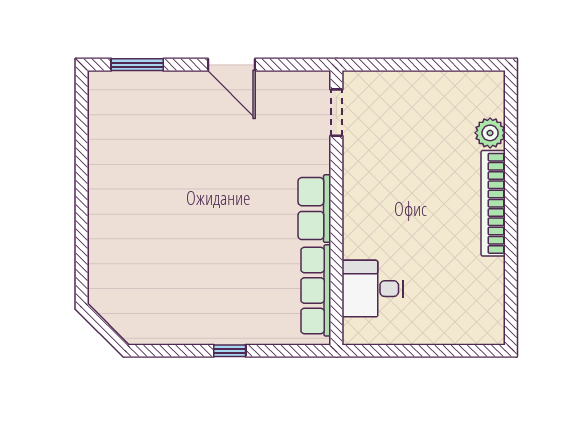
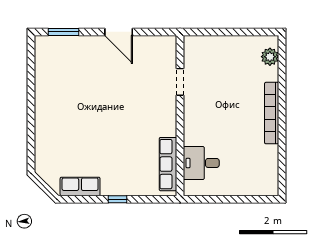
doorway: (336, 113) -> (180, 82), moved
plant: (490, 133) -> (270, 57), moved
row of seats: (314, 209) -> (80, 186), moved, turned 90

